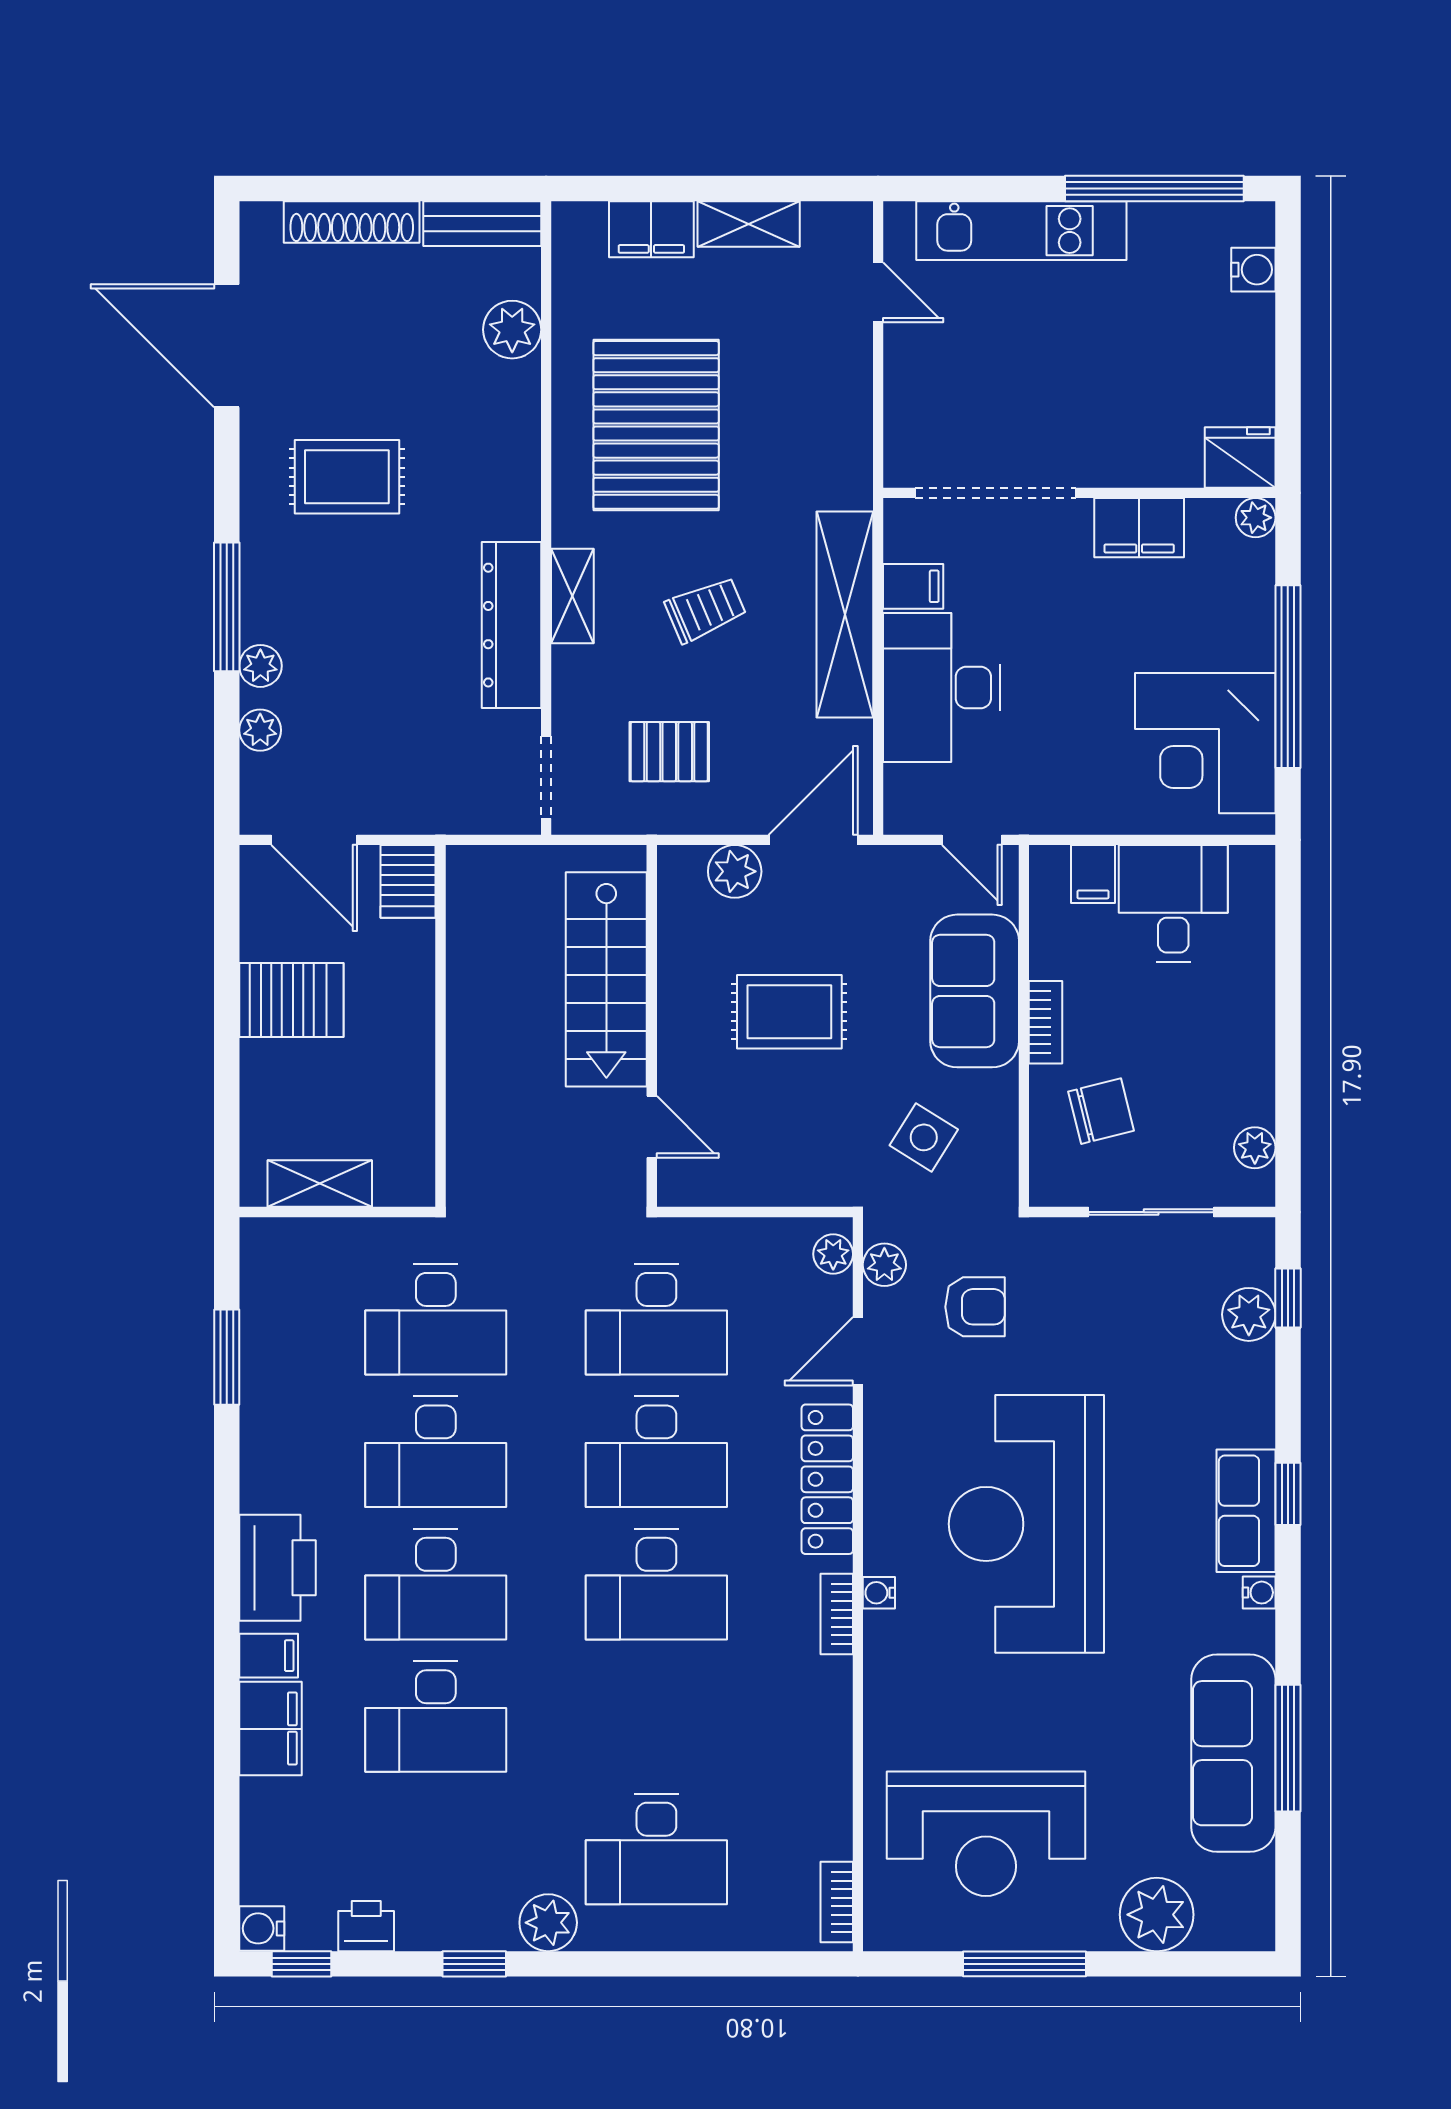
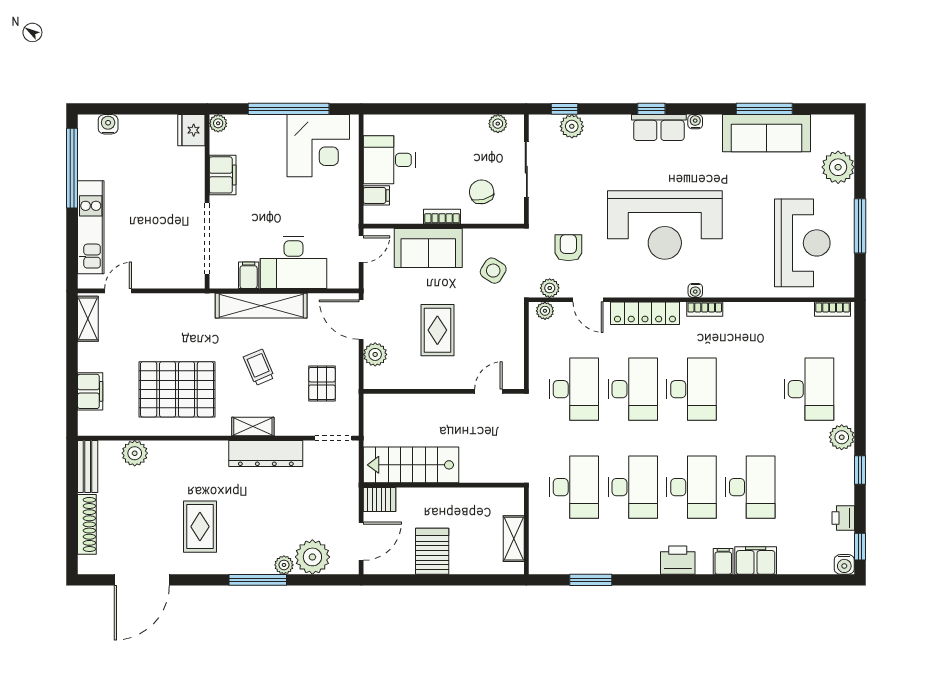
shelving: (749, 224) -> (88, 319), moved
plant: (260, 730) -> (312, 557), width x1.87, depth x1.87
stairs: (606, 979) -> (411, 465), moved, turned 180
printer: (277, 1568) -> (678, 560), width x0.73, depth x0.84

